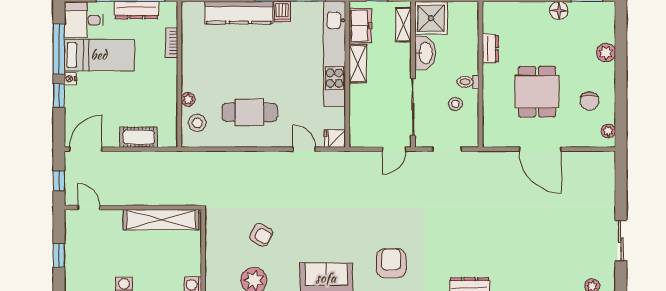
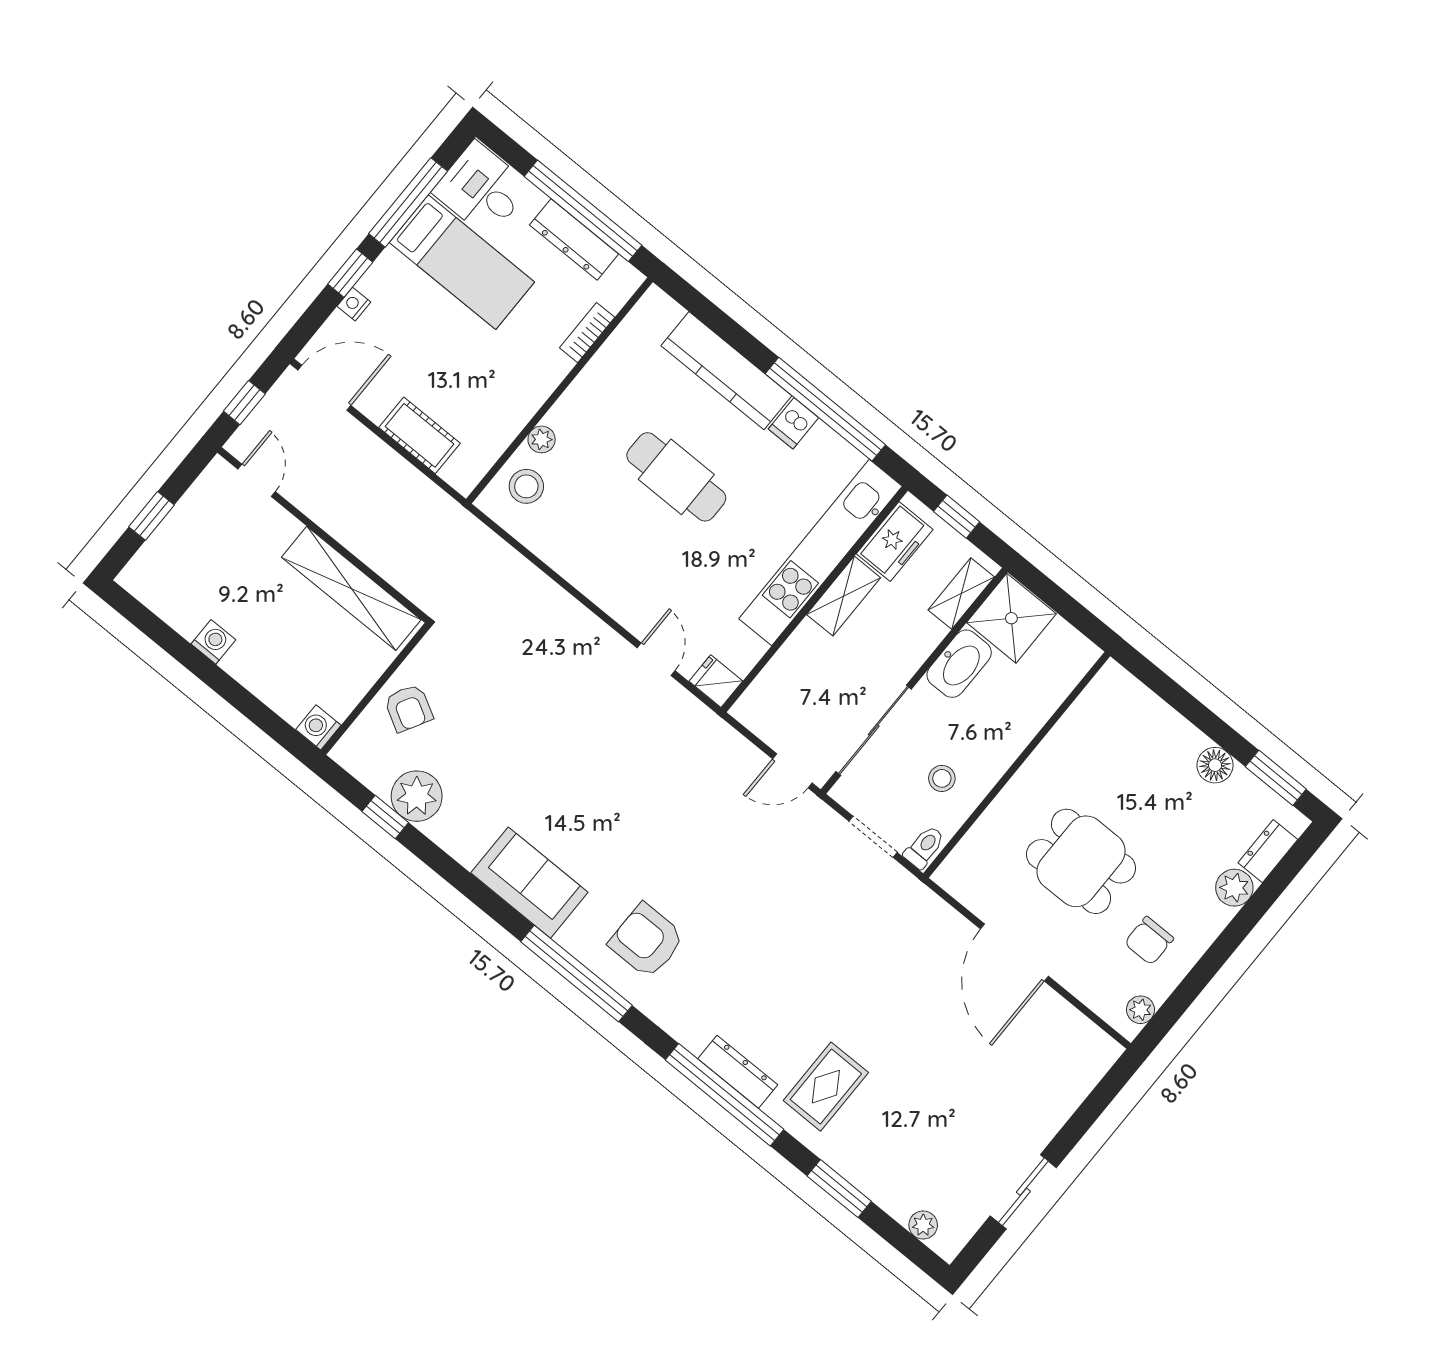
dresser: (490, 49) -> (1268, 851), moved, turned 180
nightstand: (70, 79) -> (354, 304), moved
toilet: (468, 82) -> (924, 847), moved, turned 90
dining table: (537, 92) -> (1081, 861), turned 90
cafe table: (249, 112) -> (676, 477), moved
armchair: (261, 235) -> (408, 708), moved
armchair: (391, 263) -> (647, 941), turned -90
rug: (509, 263) -> (826, 1087), added

